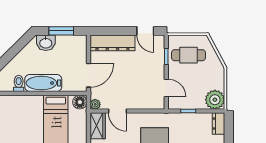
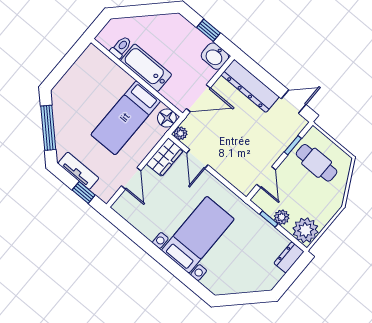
window: (61, 31) -> (209, 30), width x0.67
door: (145, 31) -> (294, 102), swing flipped
washbasin: (46, 43) -> (215, 56), moved
plant: (195, 104) -> (282, 217), added

